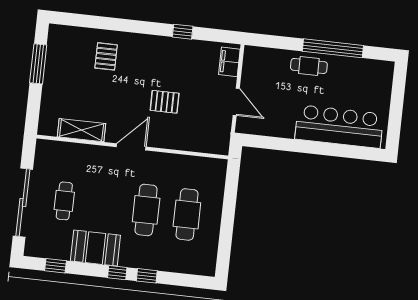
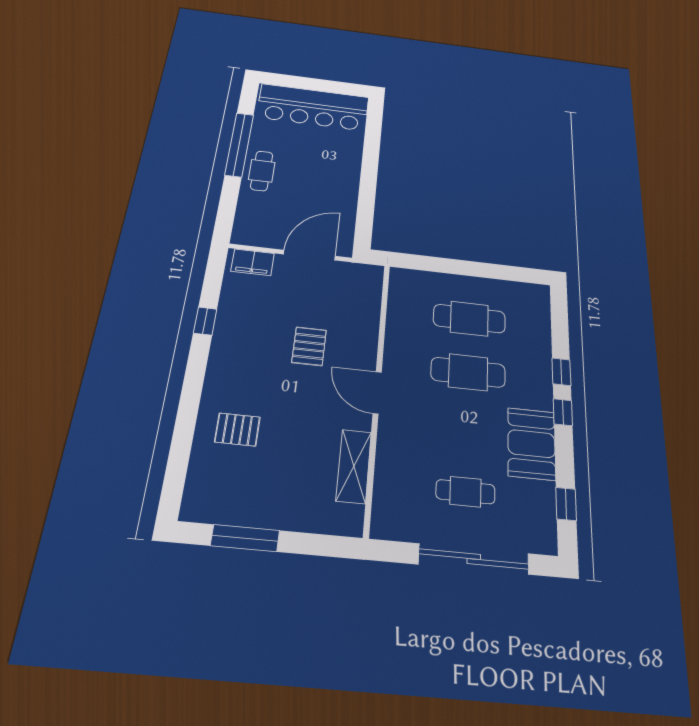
door: (236, 102) -> (309, 255), width x1.36
bar counter: (339, 126) -> (313, 107), moved, turned -90

